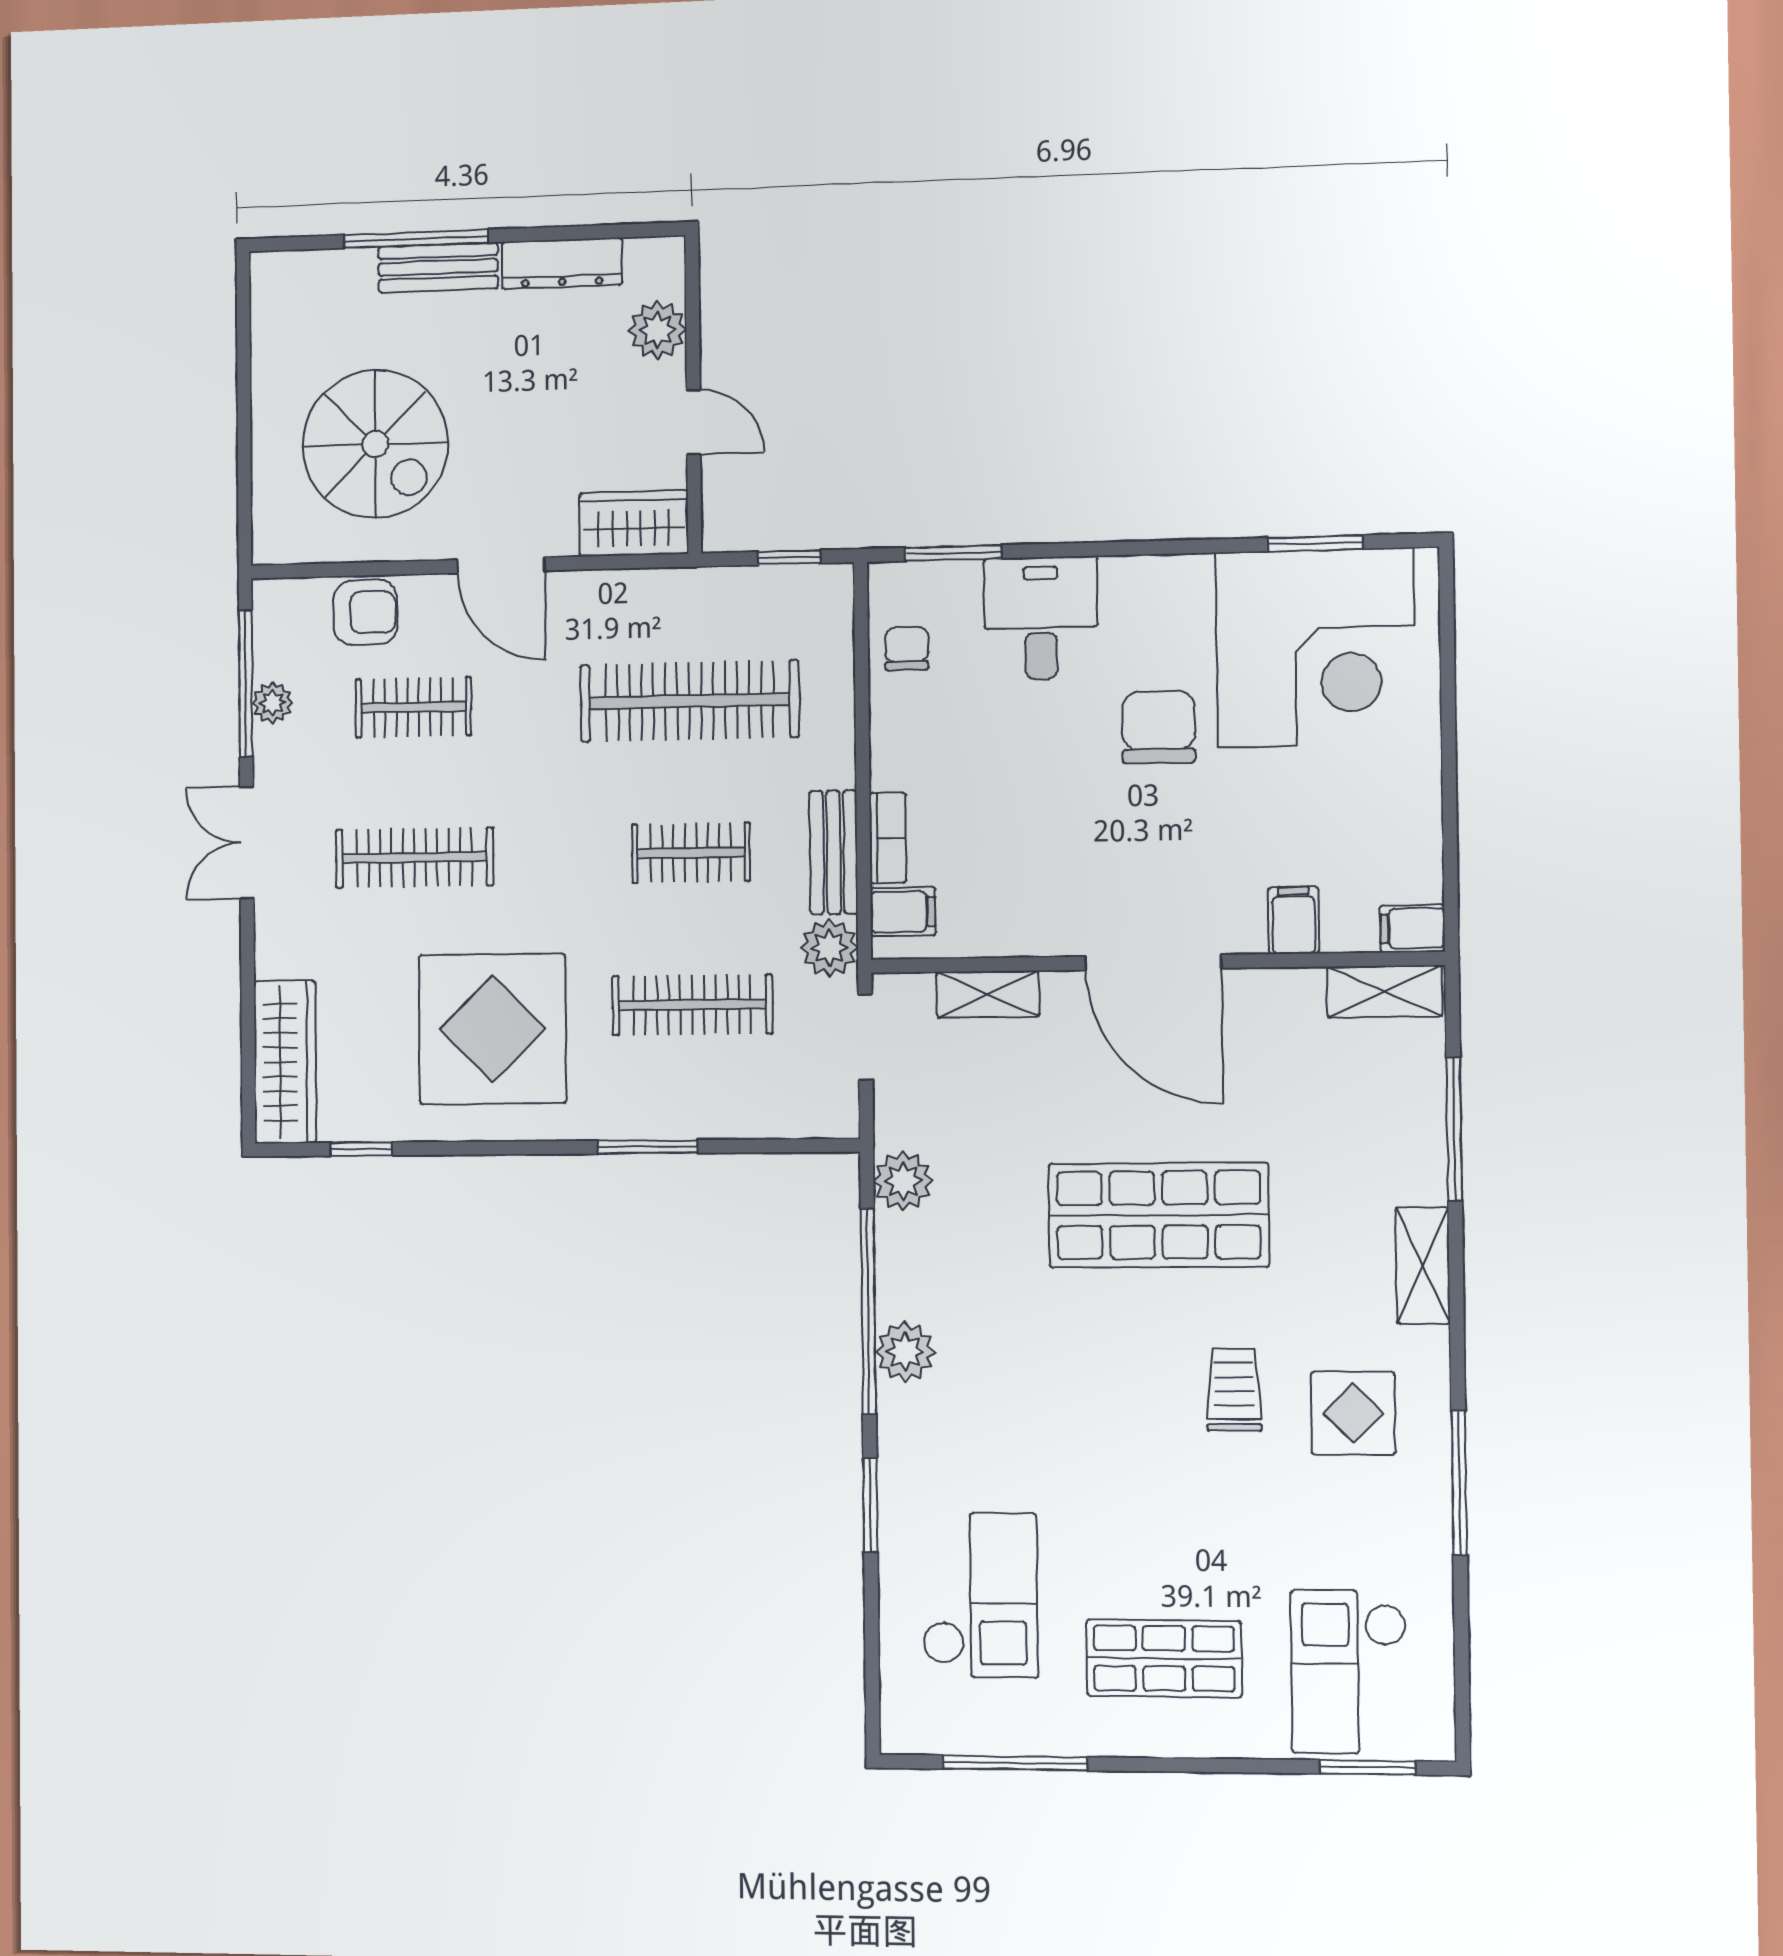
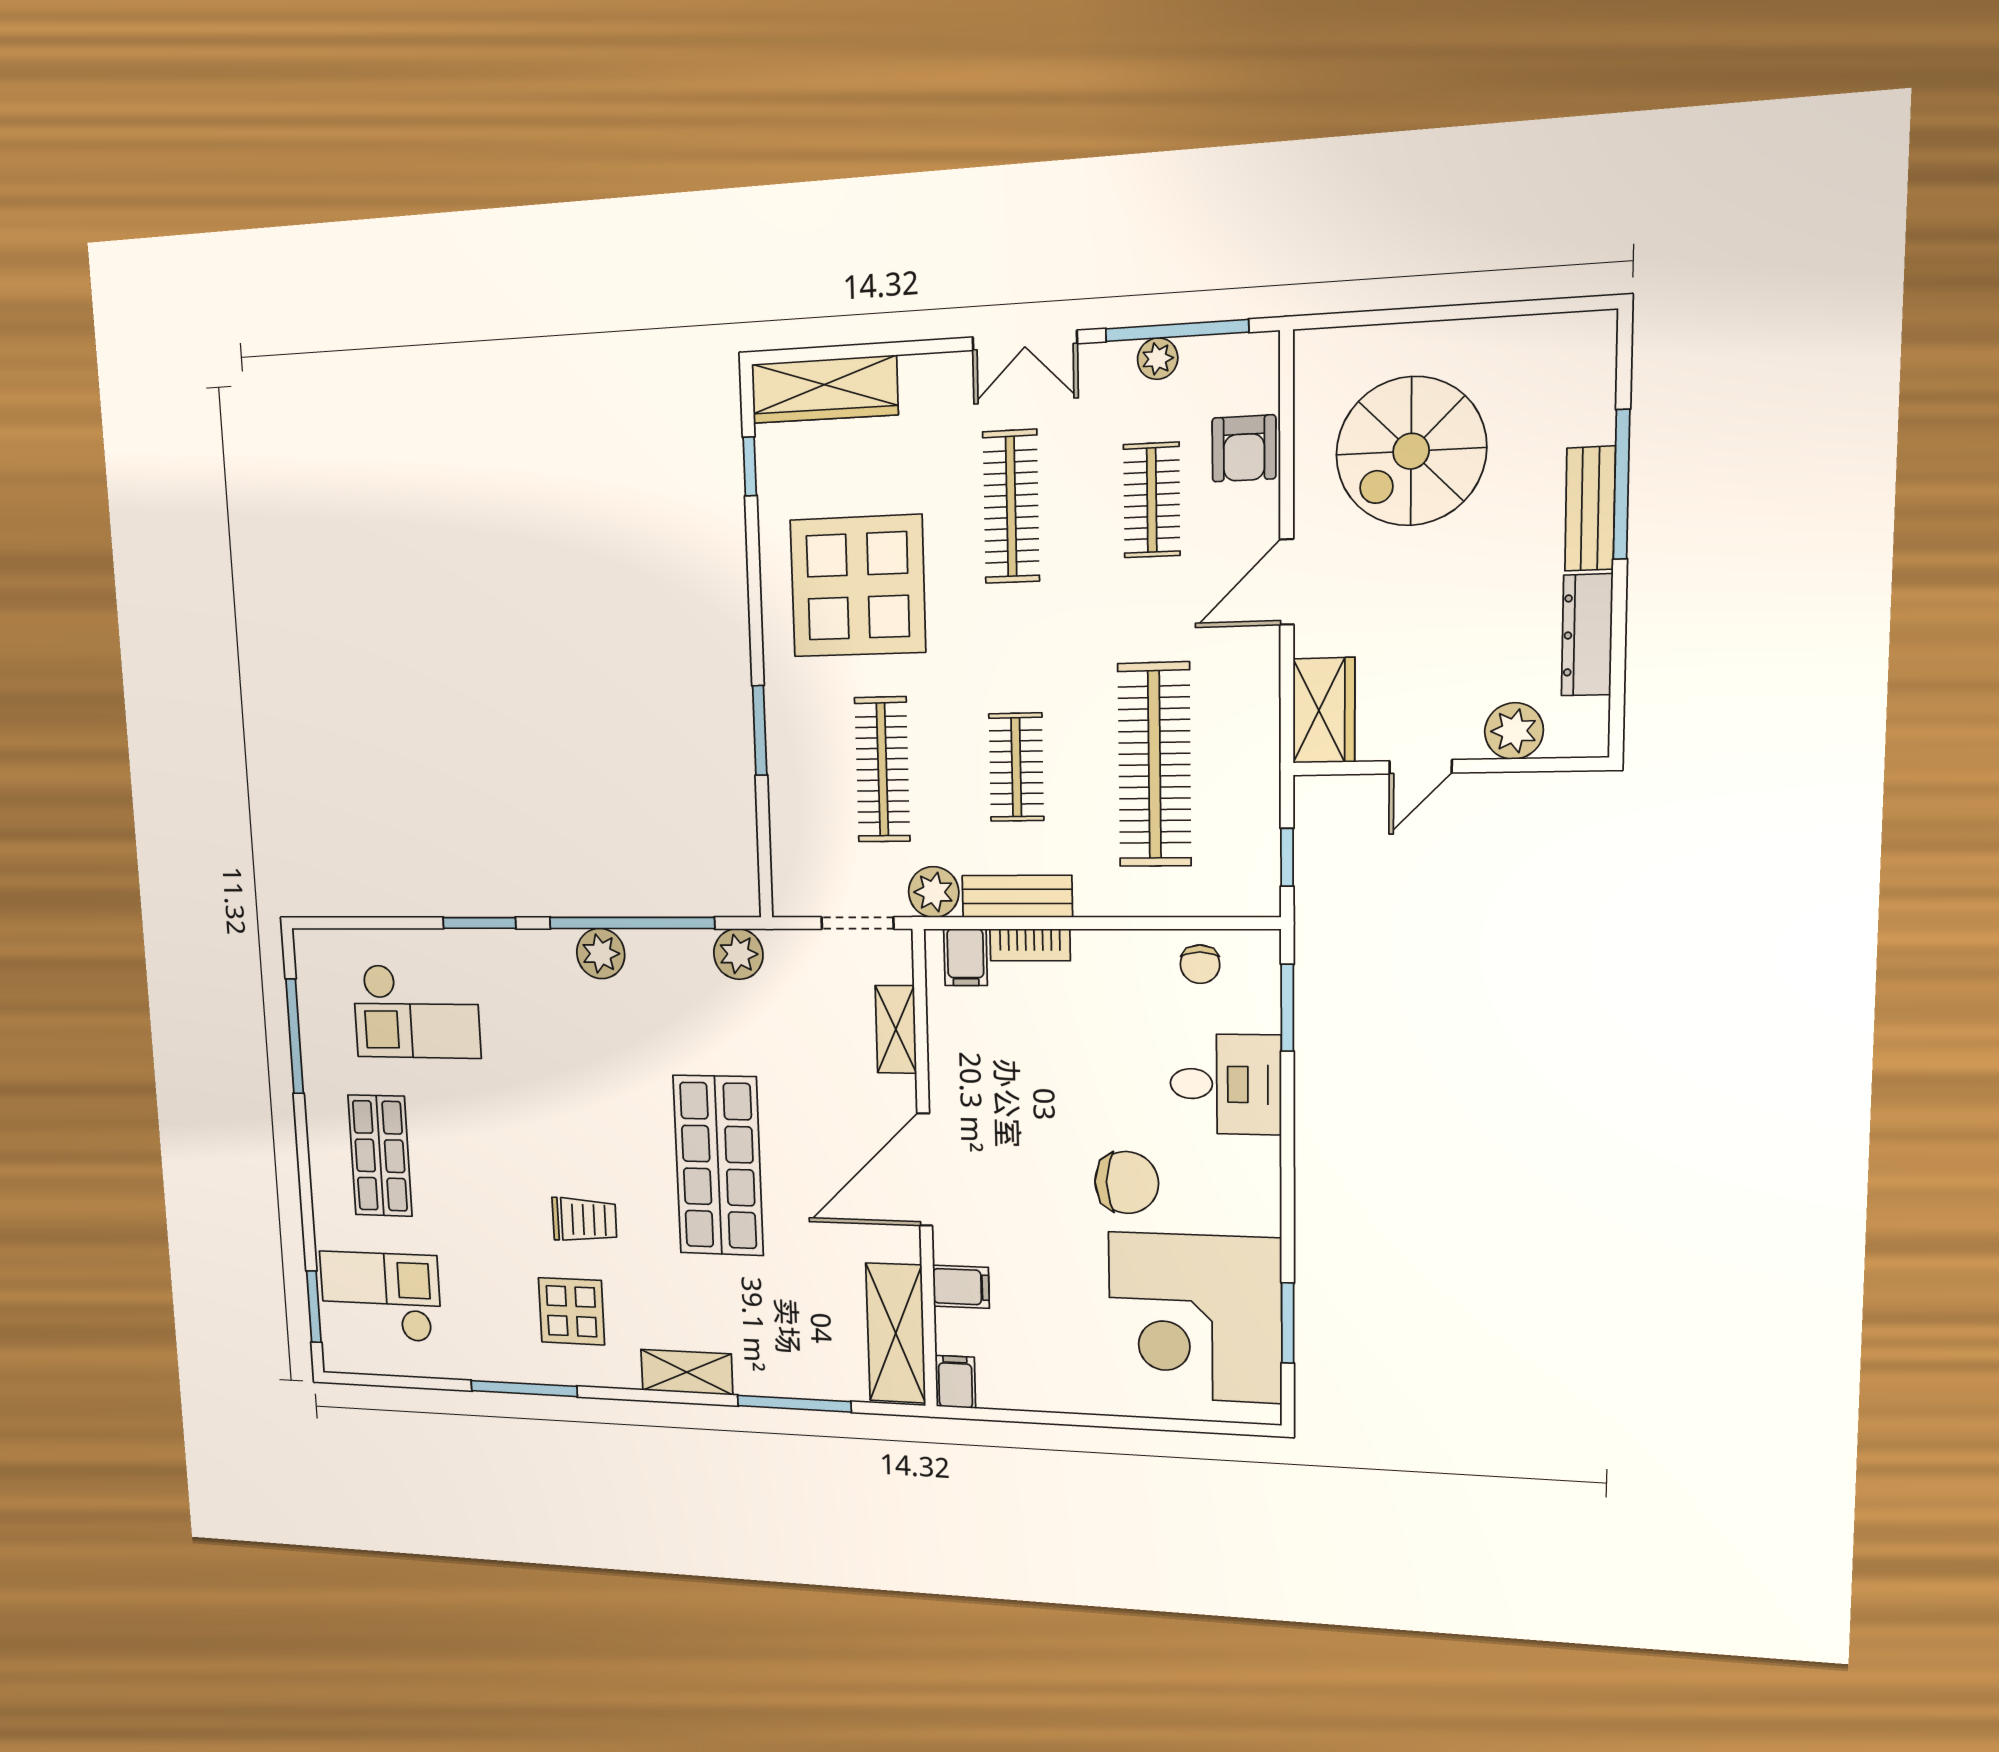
chair: (907, 649) -> (1200, 964), turned 90
double door: (247, 843) -> (1025, 340), swing flipped
shelving: (1384, 991) -> (896, 1333), width x1.50, depth x1.33

